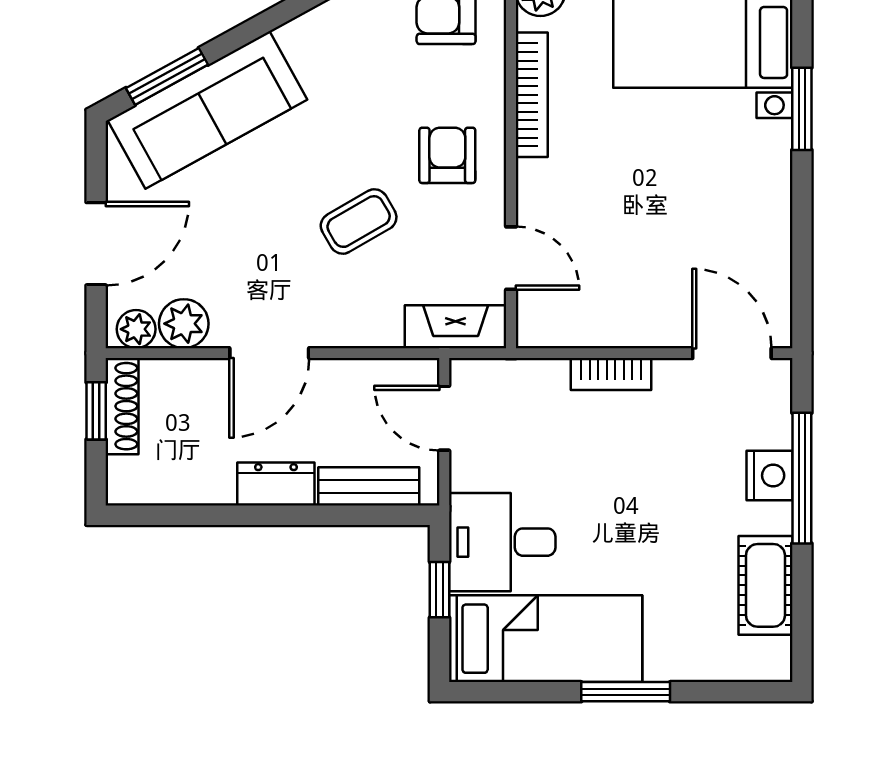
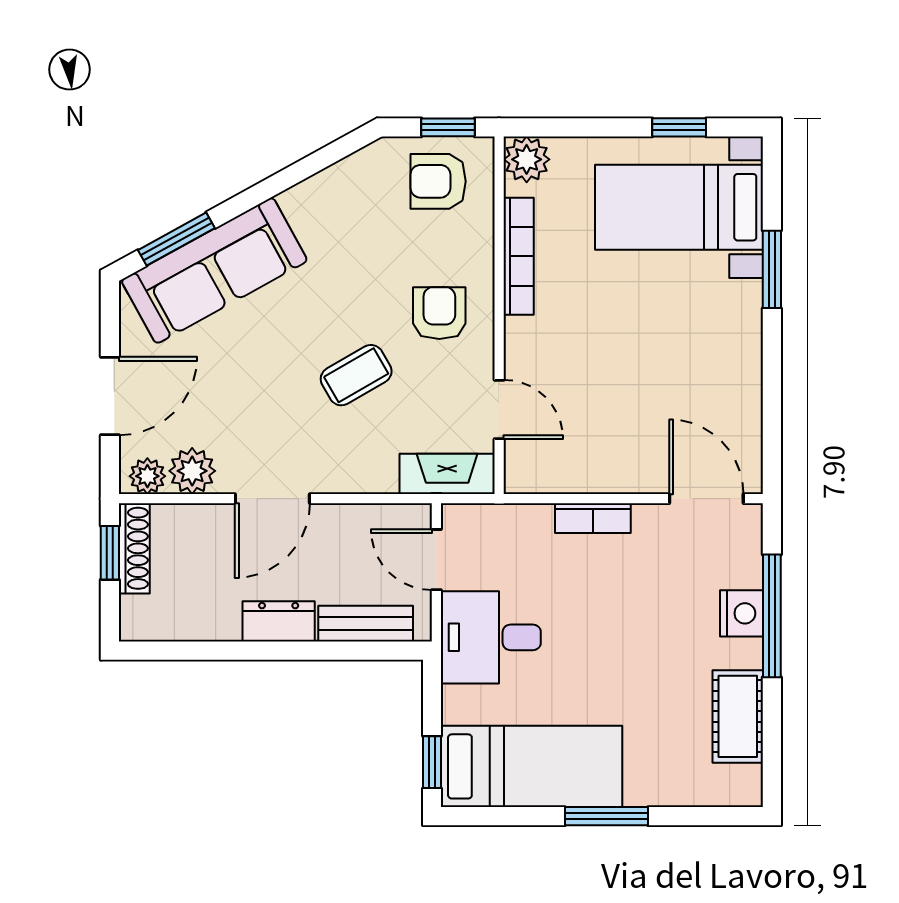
desk: (502, 542) -> (491, 637), moved
window: (439, 590) -> (432, 762), moved

